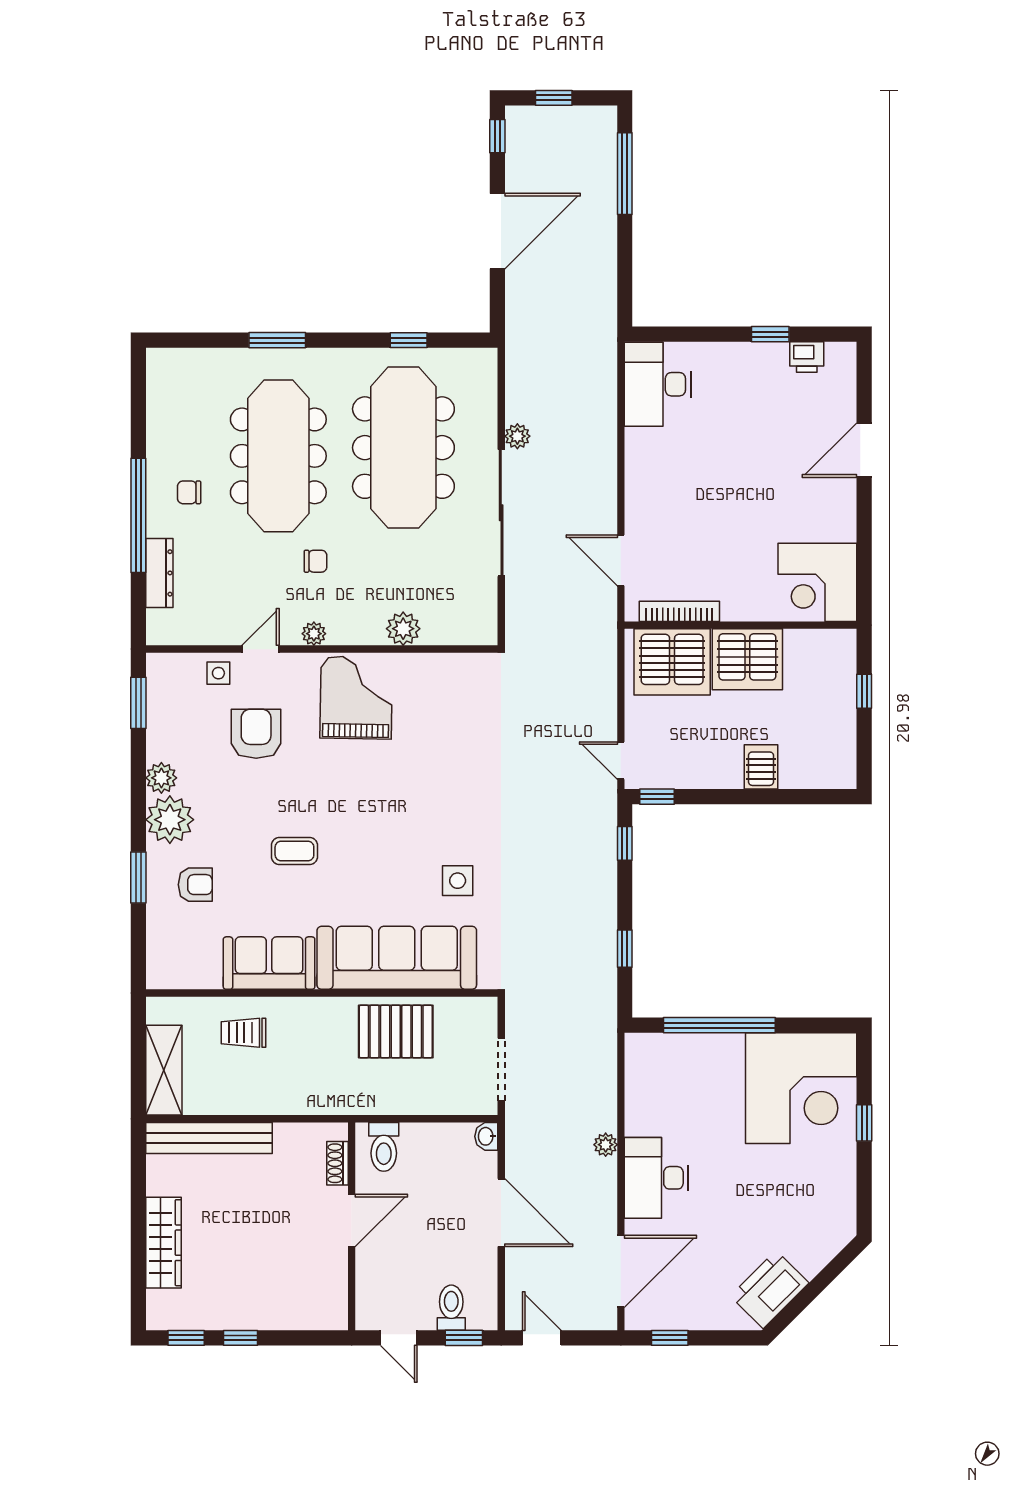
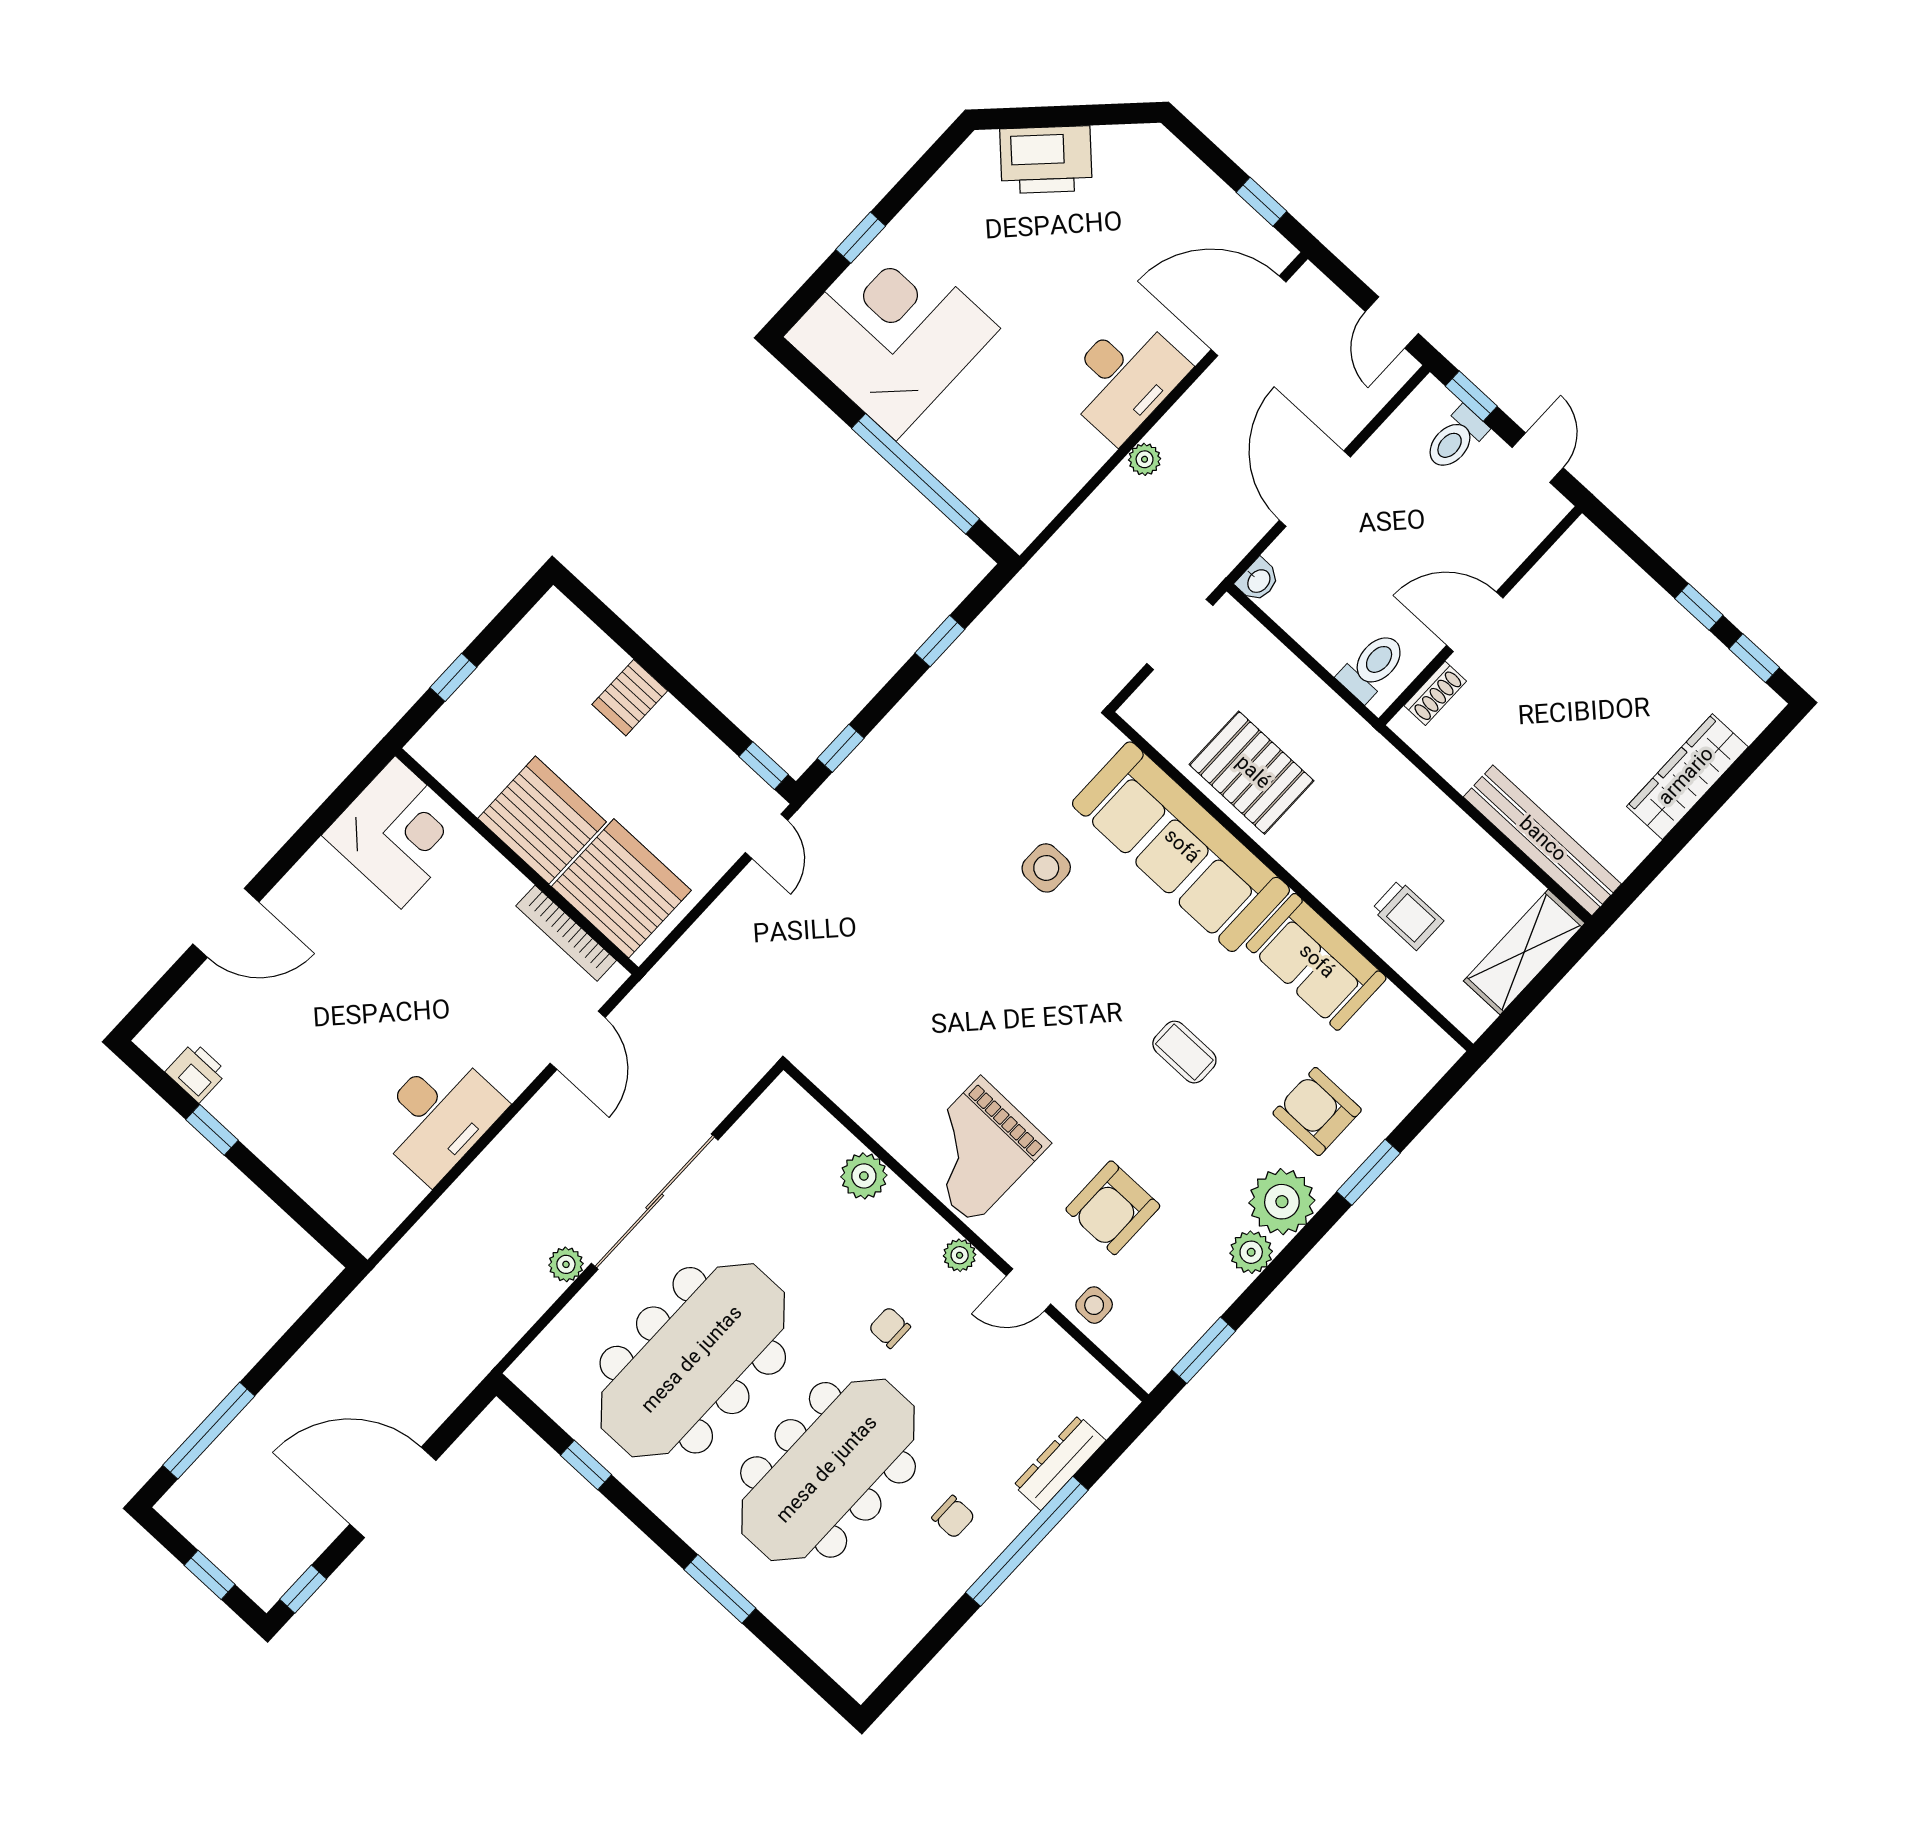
desk: (658, 384) -> (438, 1116), moved
armchair: (195, 885) -> (1317, 1111), width x1.38, depth x1.38
printer: (770, 1289) -> (1046, 160), moved

